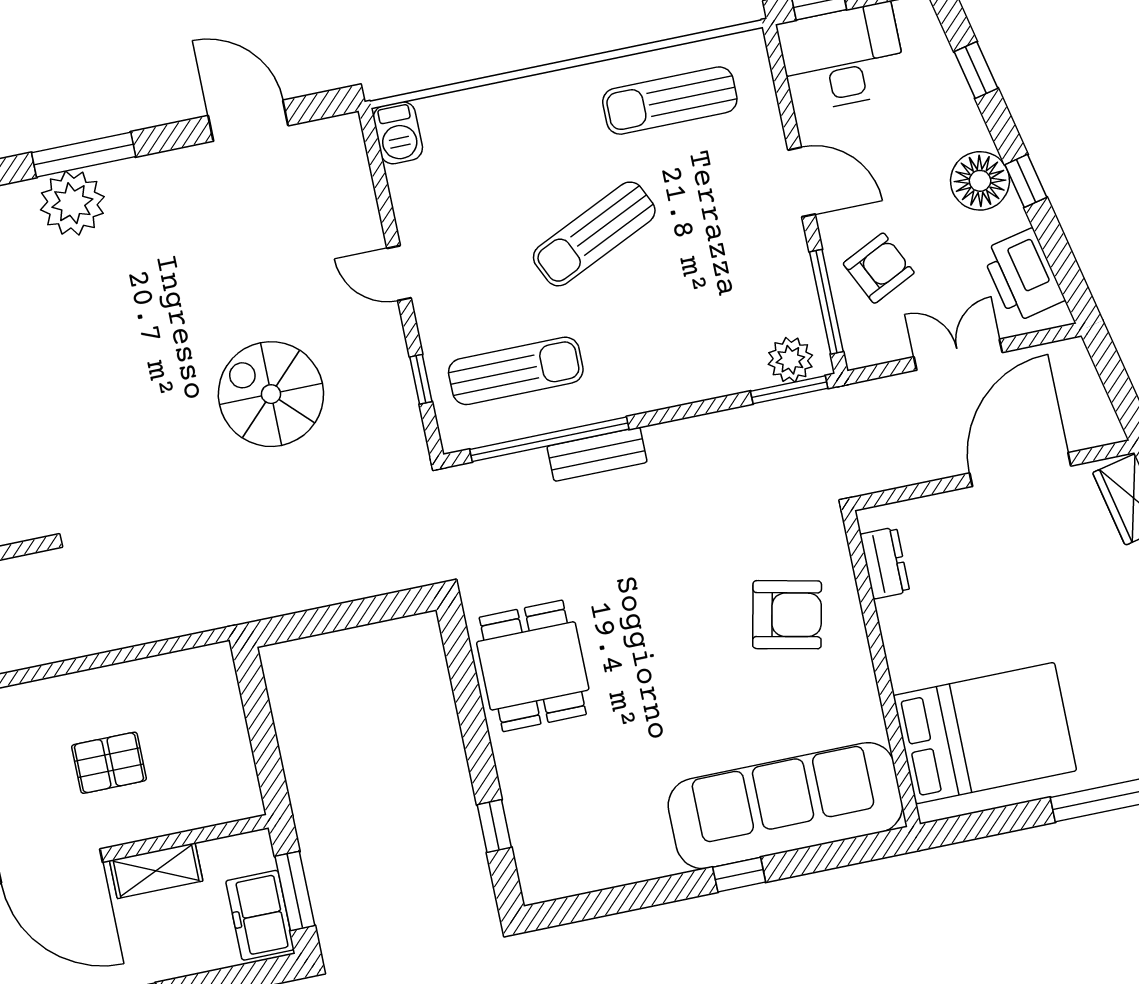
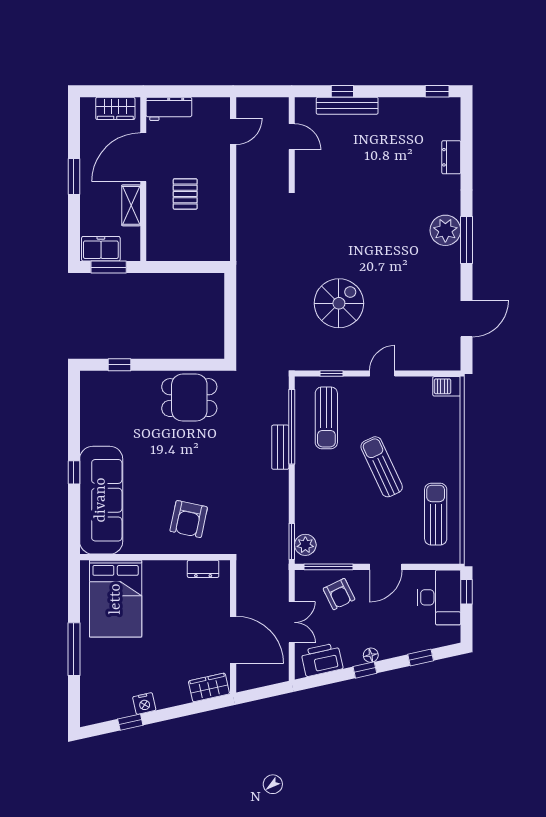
floor lamp: (980, 181) -> (371, 655), width x0.53, depth x0.53

